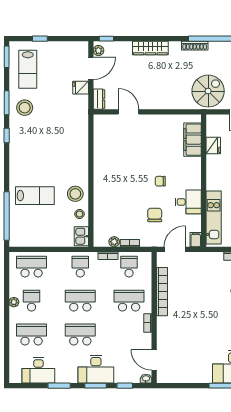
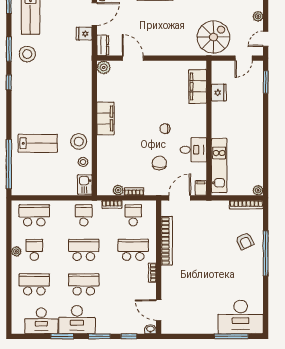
plant: (100, 121) -> (104, 67), added
filing cabinet: (102, 171) -> (105, 118), added
desk: (96, 369) -> (77, 320), moved

